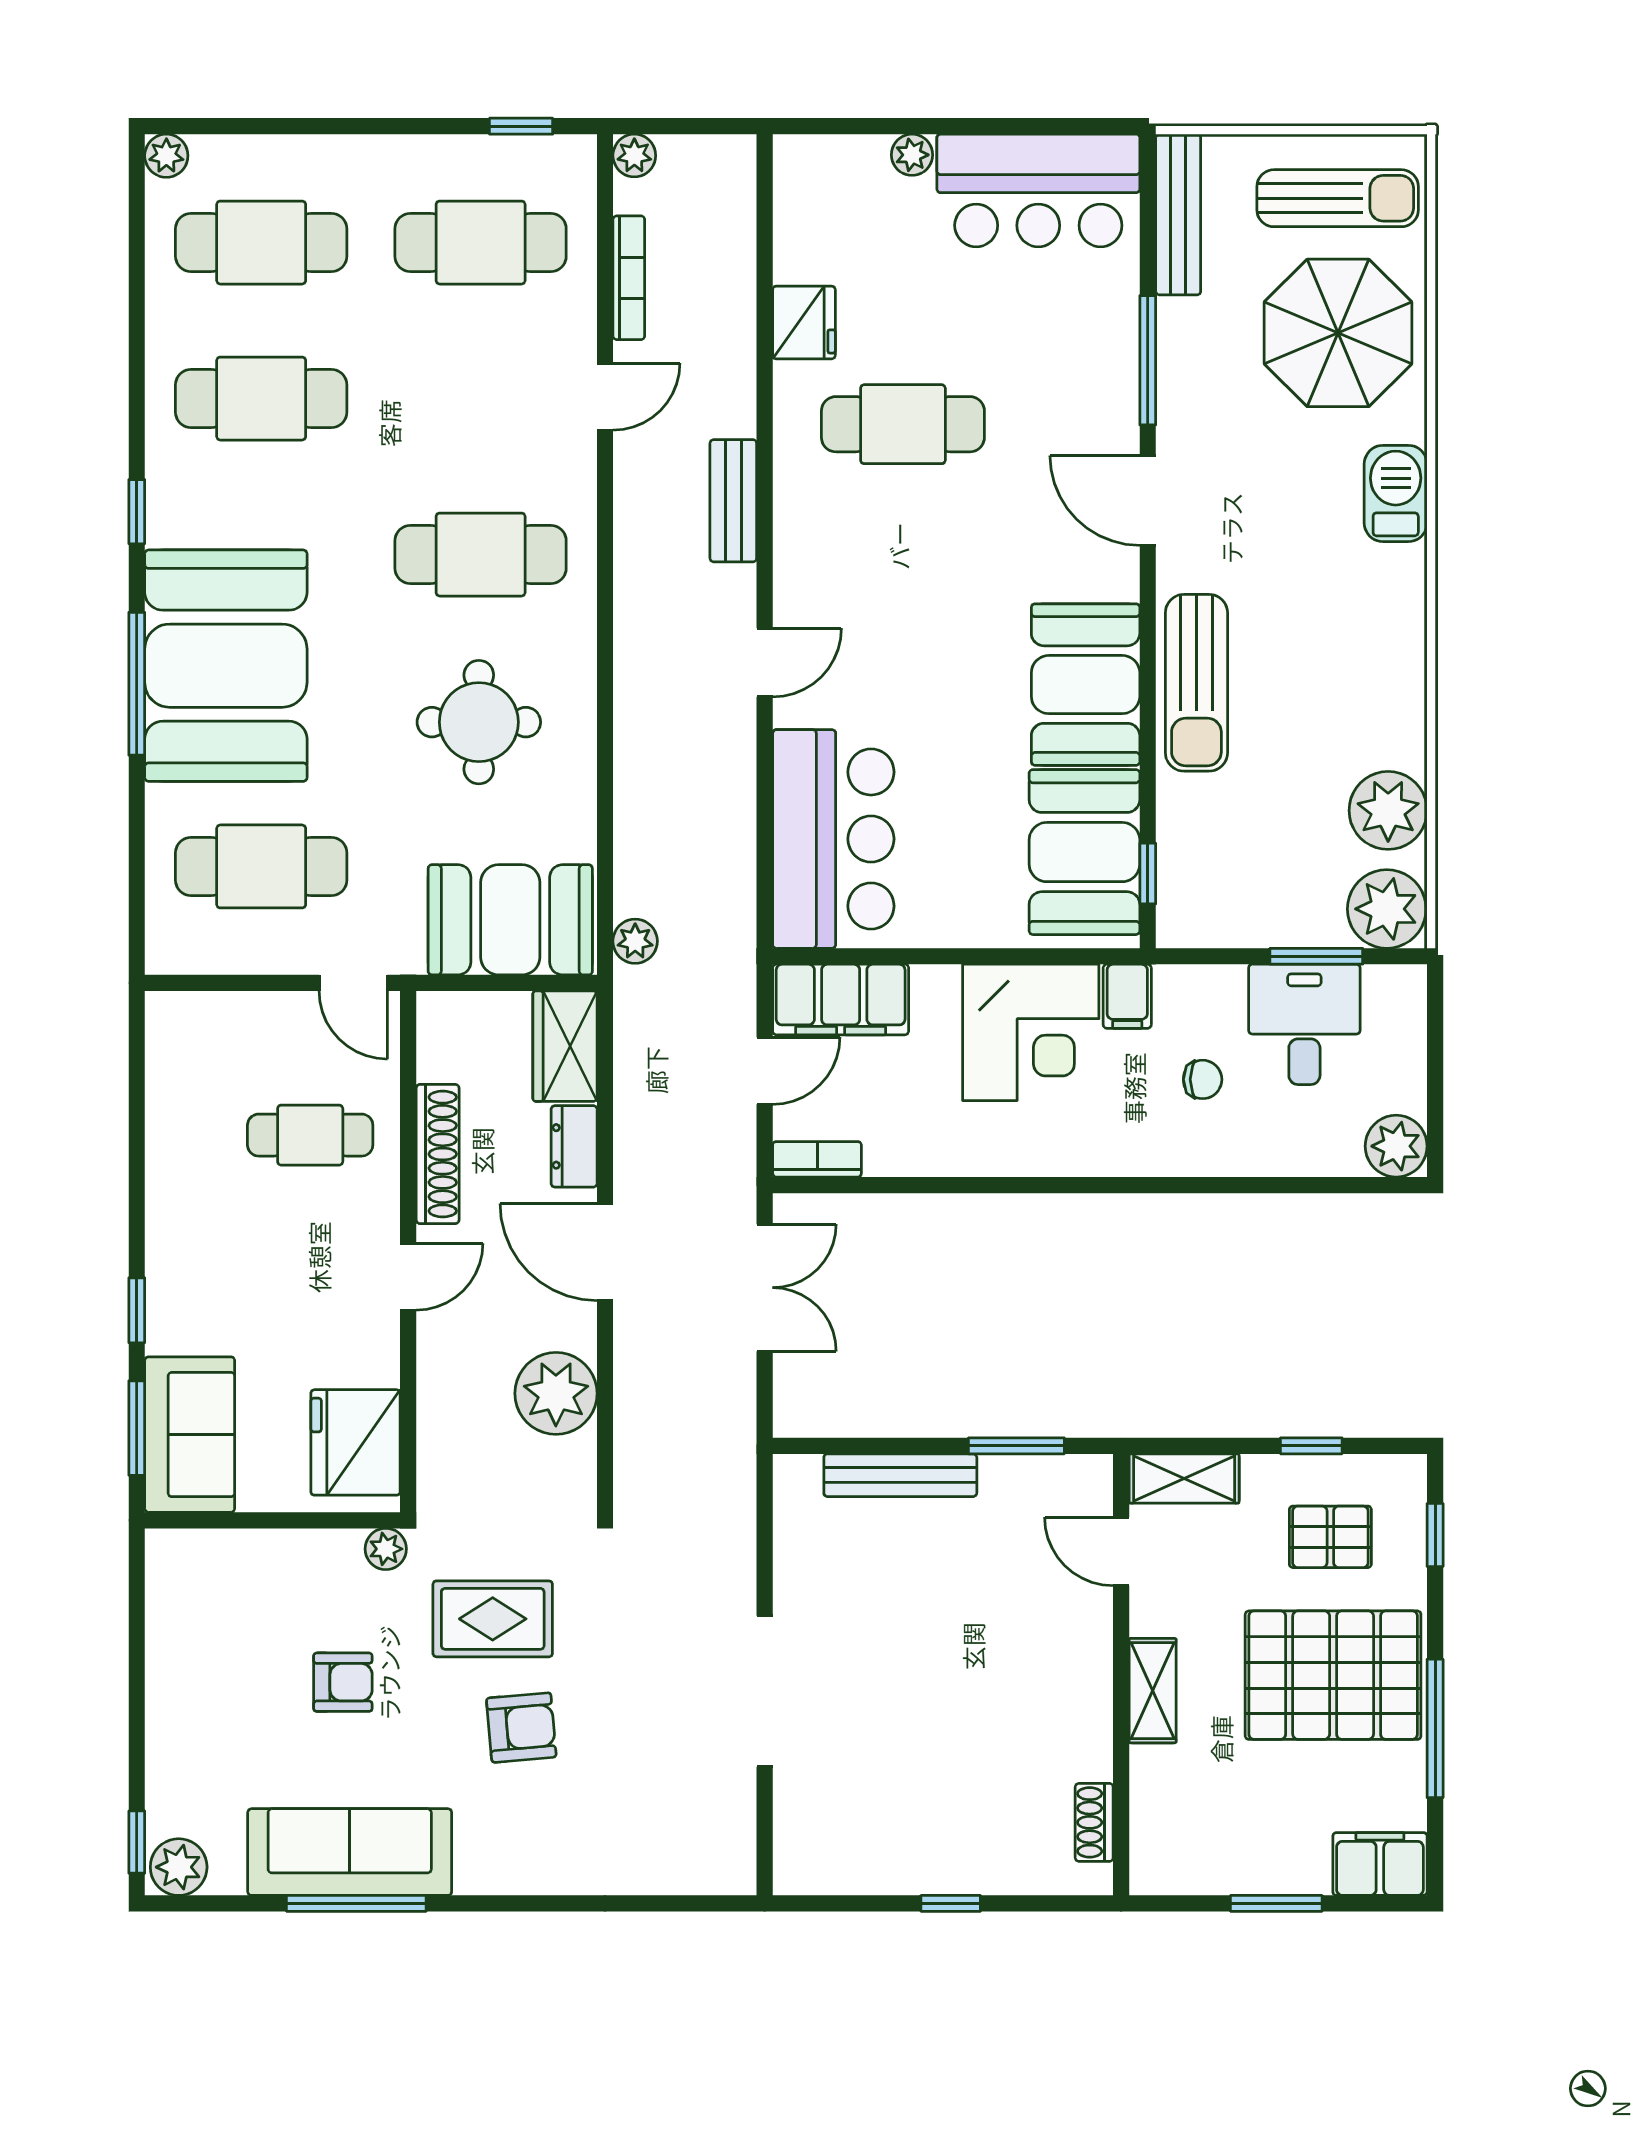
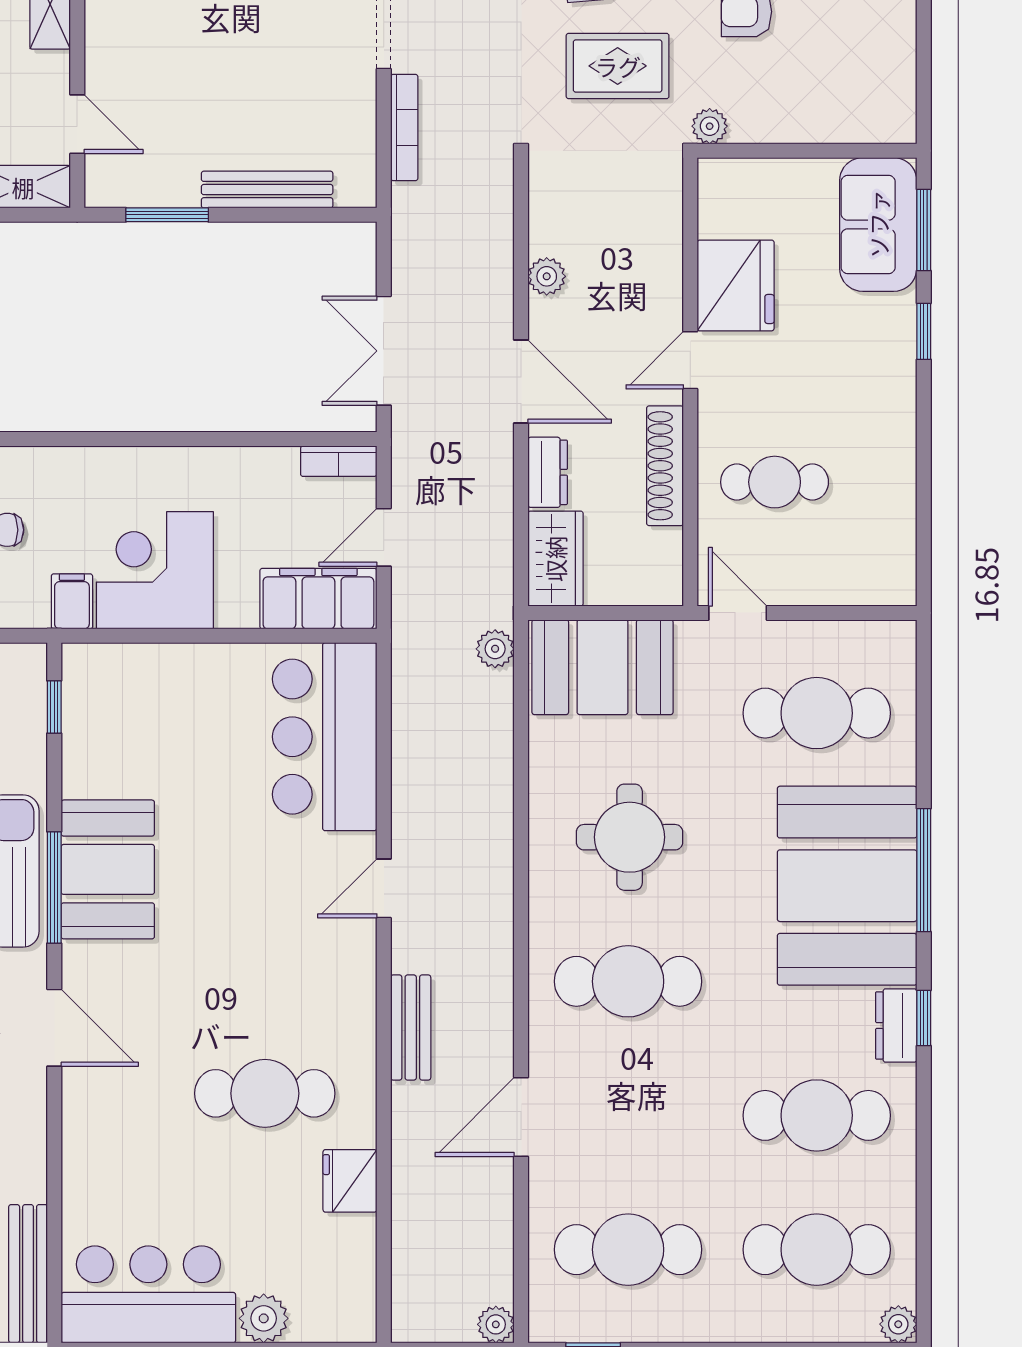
plant: (912, 155) -> (264, 1318), width x1.38, depth x1.38
bookcase: (629, 278) -> (404, 128), moved, turned 180
window: (1148, 360) -> (54, 888), moved
door: (605, 397) -> (521, 1117), width x1.38
dresser: (169, 503) -> (896, 1025), added
booth: (1084, 852) -> (109, 725), removed
plant: (556, 1393) -> (547, 276), width x0.53, depth x0.53
fridge: (355, 1442) -> (736, 285), moved

